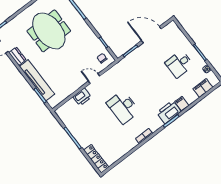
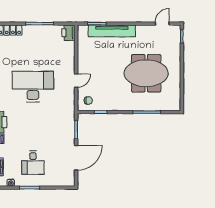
dresser: (17, 56) -> (145, 30), removed
desk: (179, 64) -> (33, 163), turned 180
printer: (82, 97) -> (68, 33), moved
desk: (123, 107) -> (33, 87), width x1.36, depth x1.30

